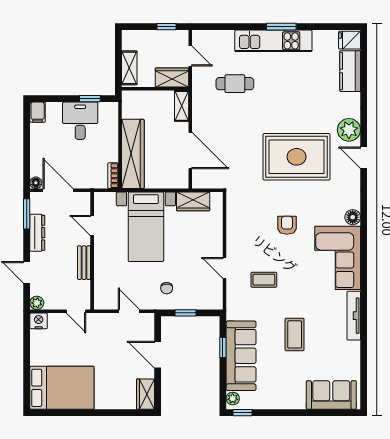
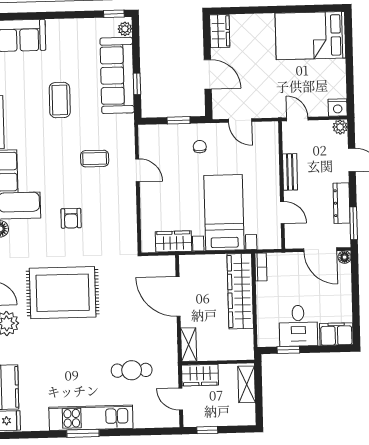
filing cabinet: (38, 112) -> (336, 334), width x2.00

